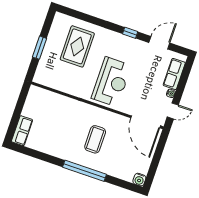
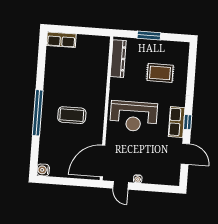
rug: (77, 46) -> (160, 73), width x0.73, depth x0.70
row of seats: (174, 74) -> (177, 122), moved, turned -90
dresser: (54, 82) -> (118, 59), added

